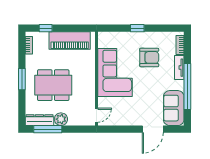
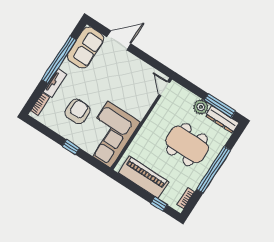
armchair: (149, 57) -> (78, 111), turned 90
corner sofa: (115, 72) -> (109, 134), moved
window: (22, 79) -> (214, 170), width x2.11
door: (96, 115) -> (164, 89), hinge flipped

